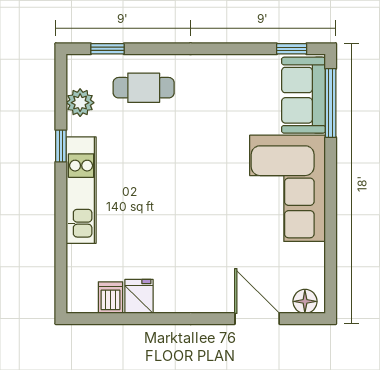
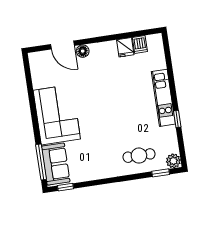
plant: (80, 103) -> (173, 161), moved
floor lamp: (305, 301) -> (83, 51), moved

